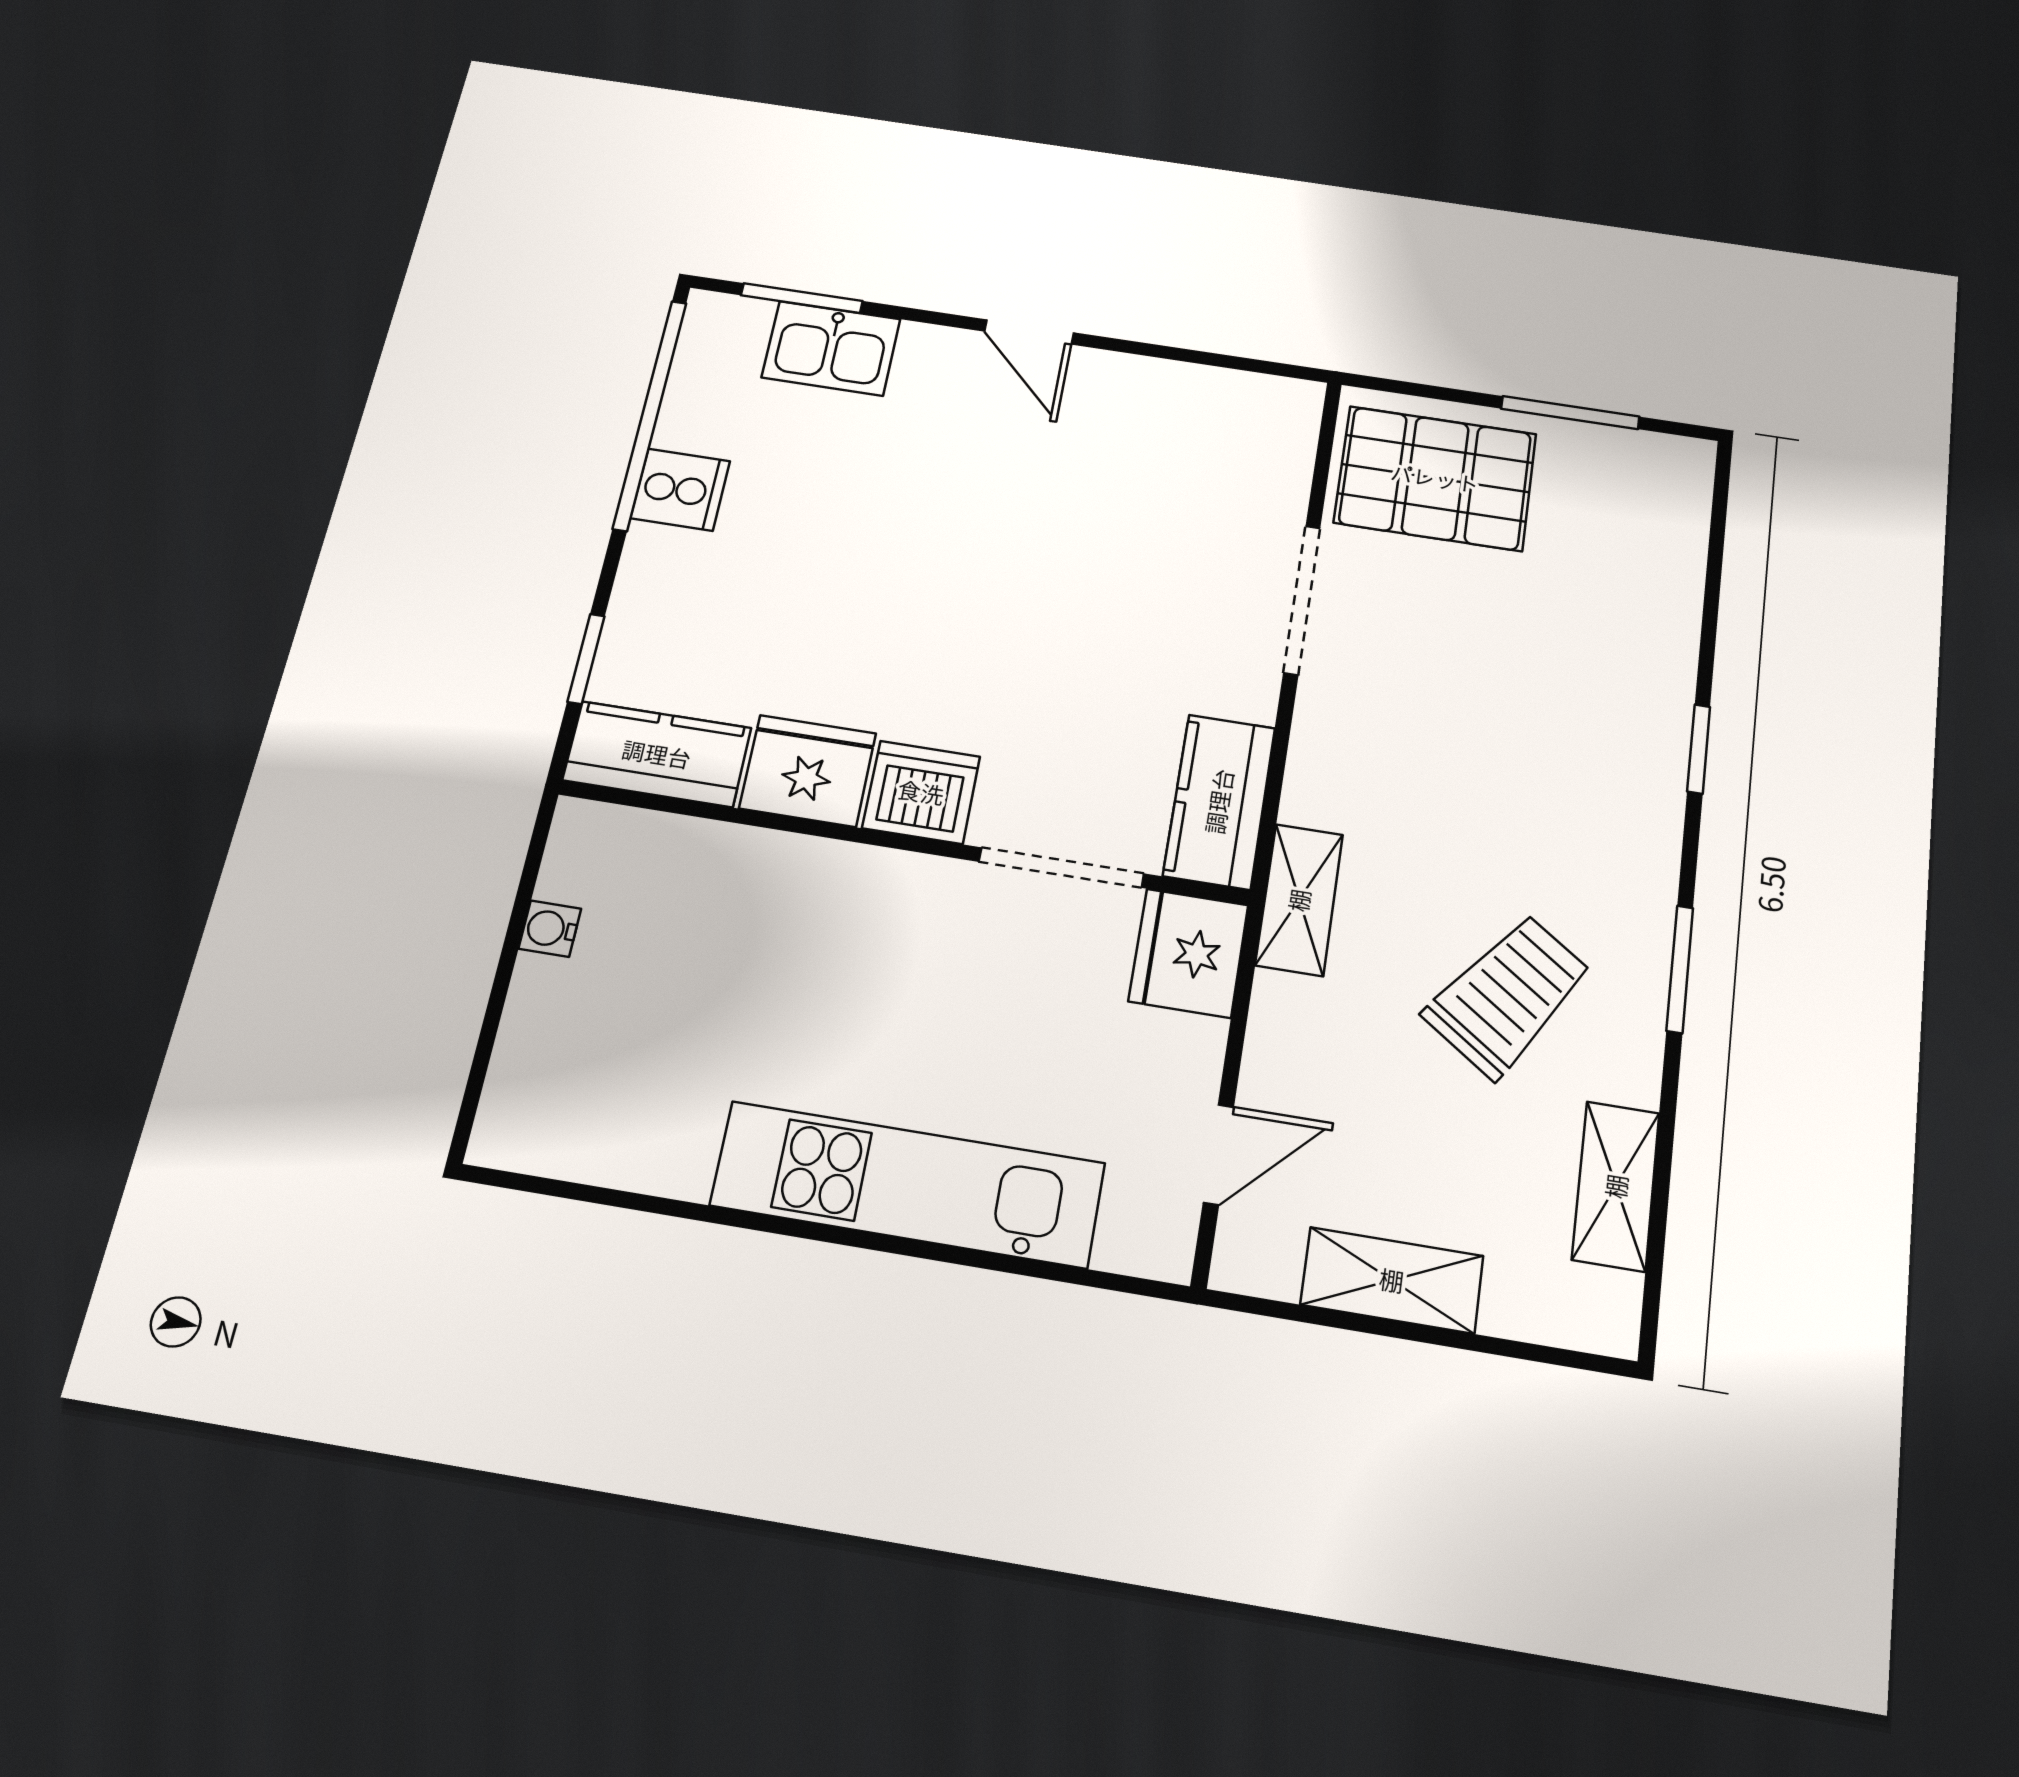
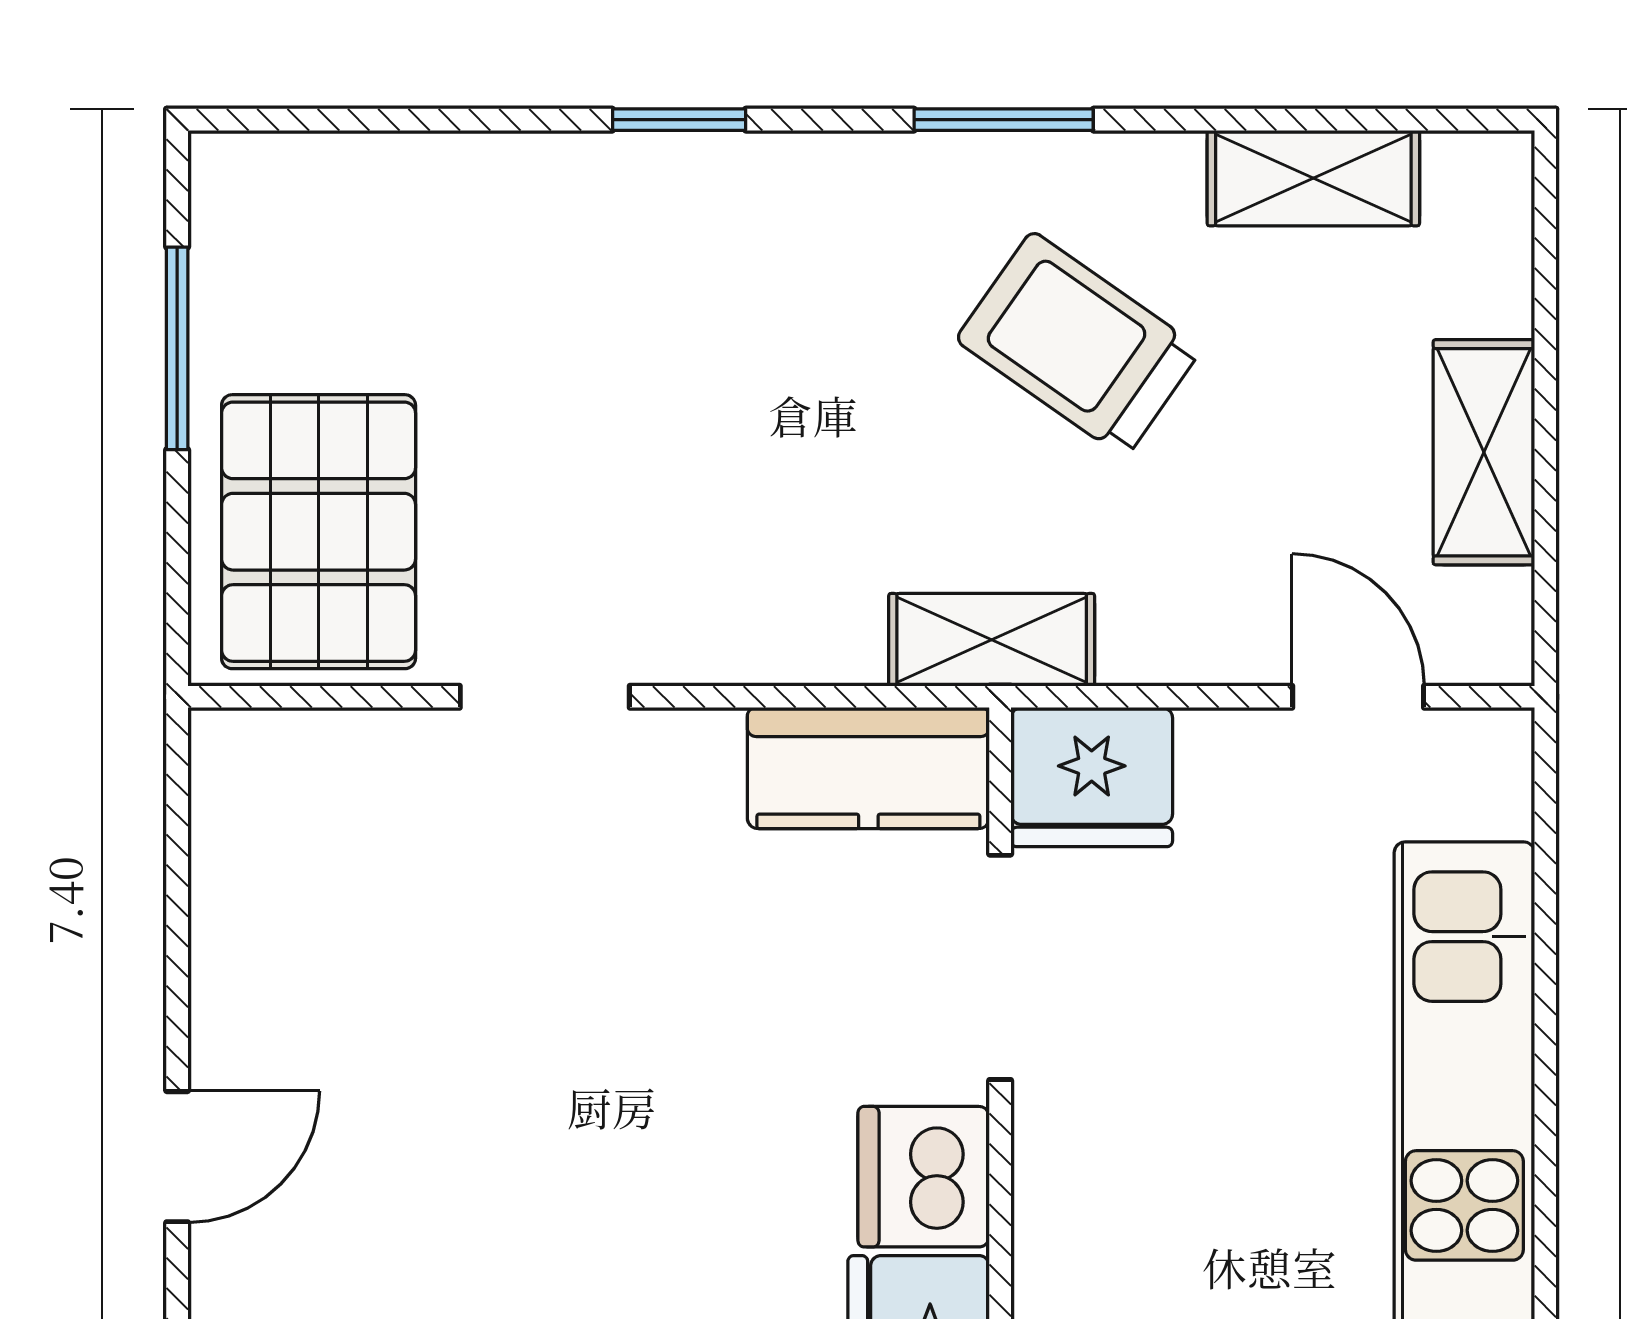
doorway: (1302, 600) -> (545, 697), width x0.73

